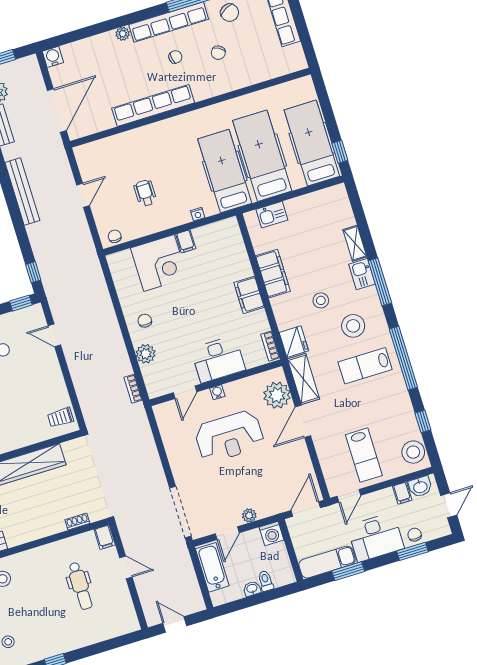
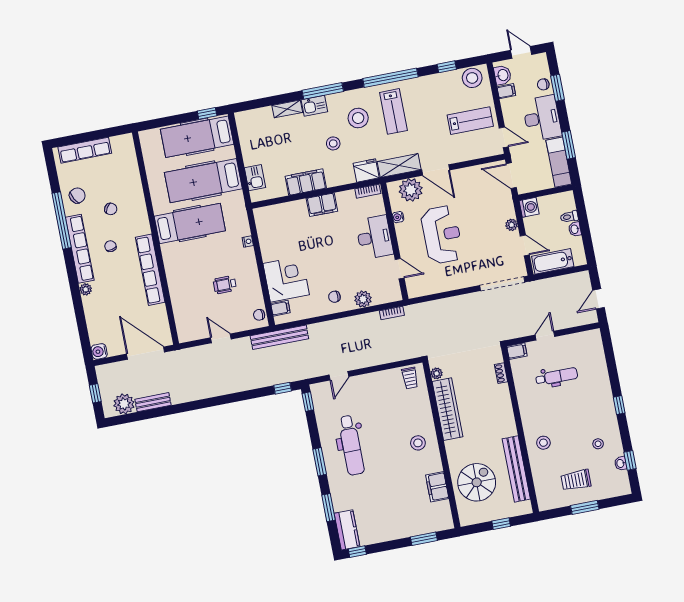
hospital bed: (225, 171) -> (190, 224), moved, turned 180
bench: (22, 192) -> (279, 337), moved
filing cabinet: (186, 241) -> (280, 308), moved
water cooler: (217, 392) -> (398, 217), moved
plant: (69, 447) -> (437, 373), added

